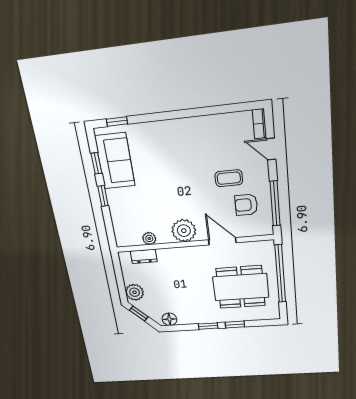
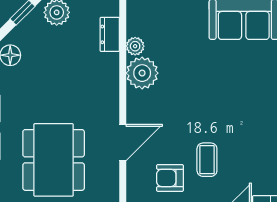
armchair: (246, 205) -> (170, 178), turned -90
plant: (184, 231) -> (142, 73), moved

